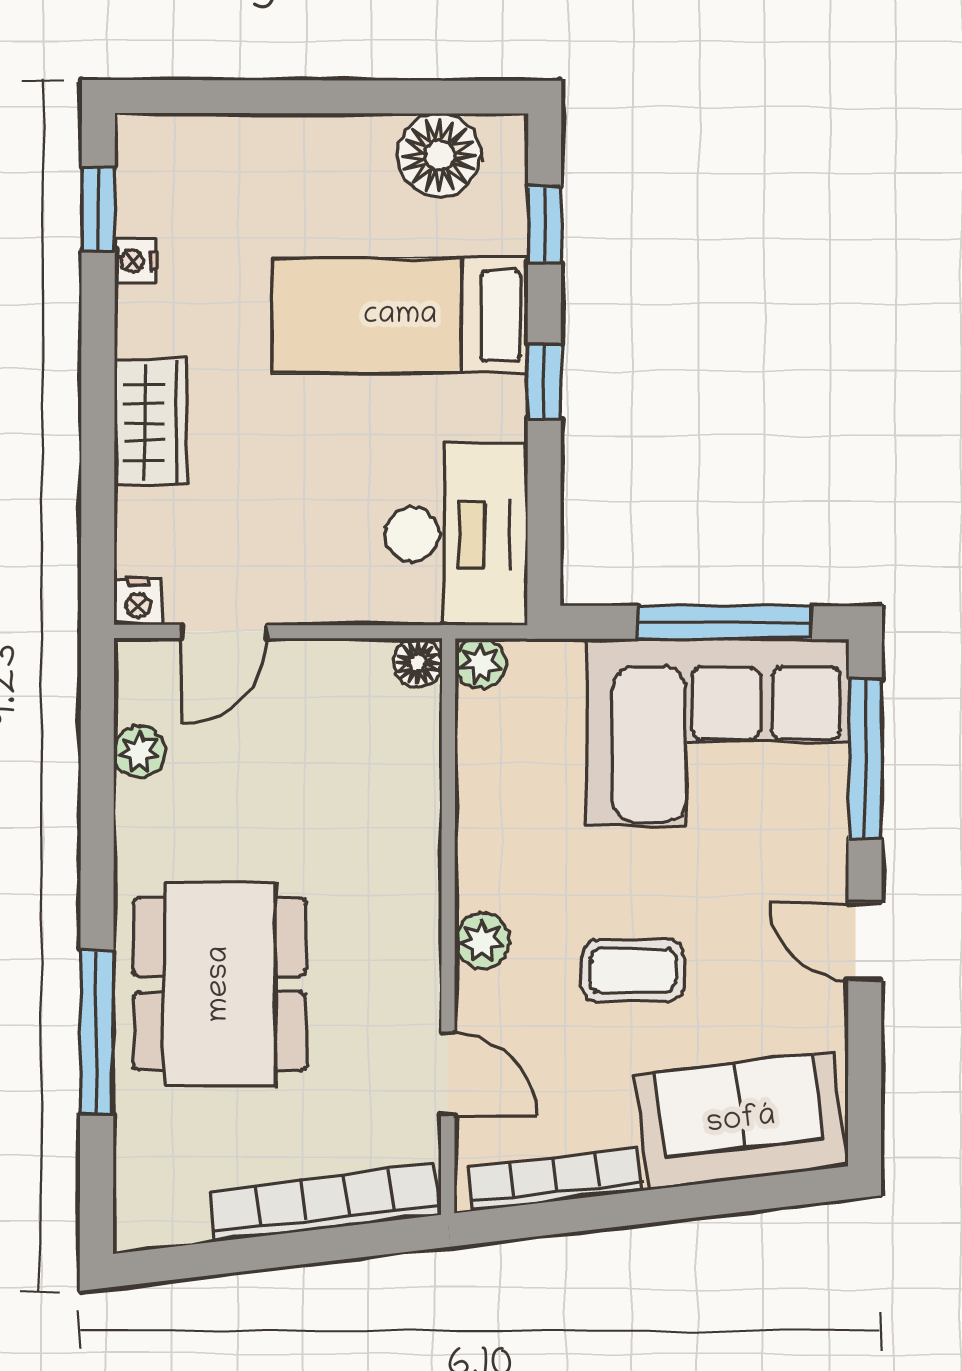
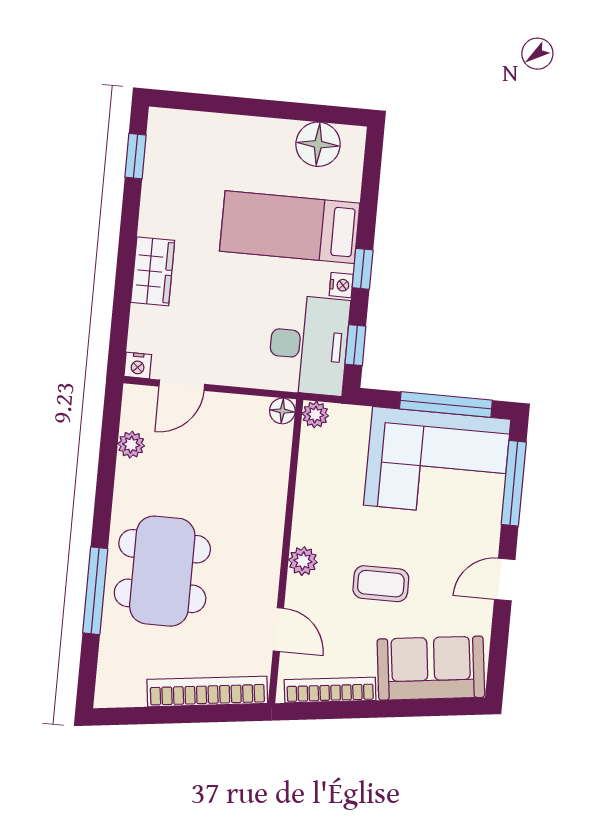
window: (545, 224) -> (355, 345), moved
nightstand: (135, 261) -> (341, 285), moved, turned 180
door: (865, 941) -> (505, 580), hinge flipped

